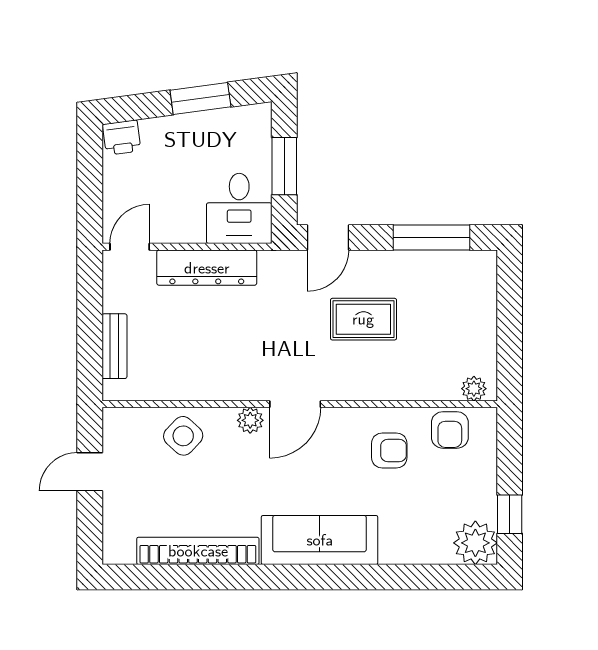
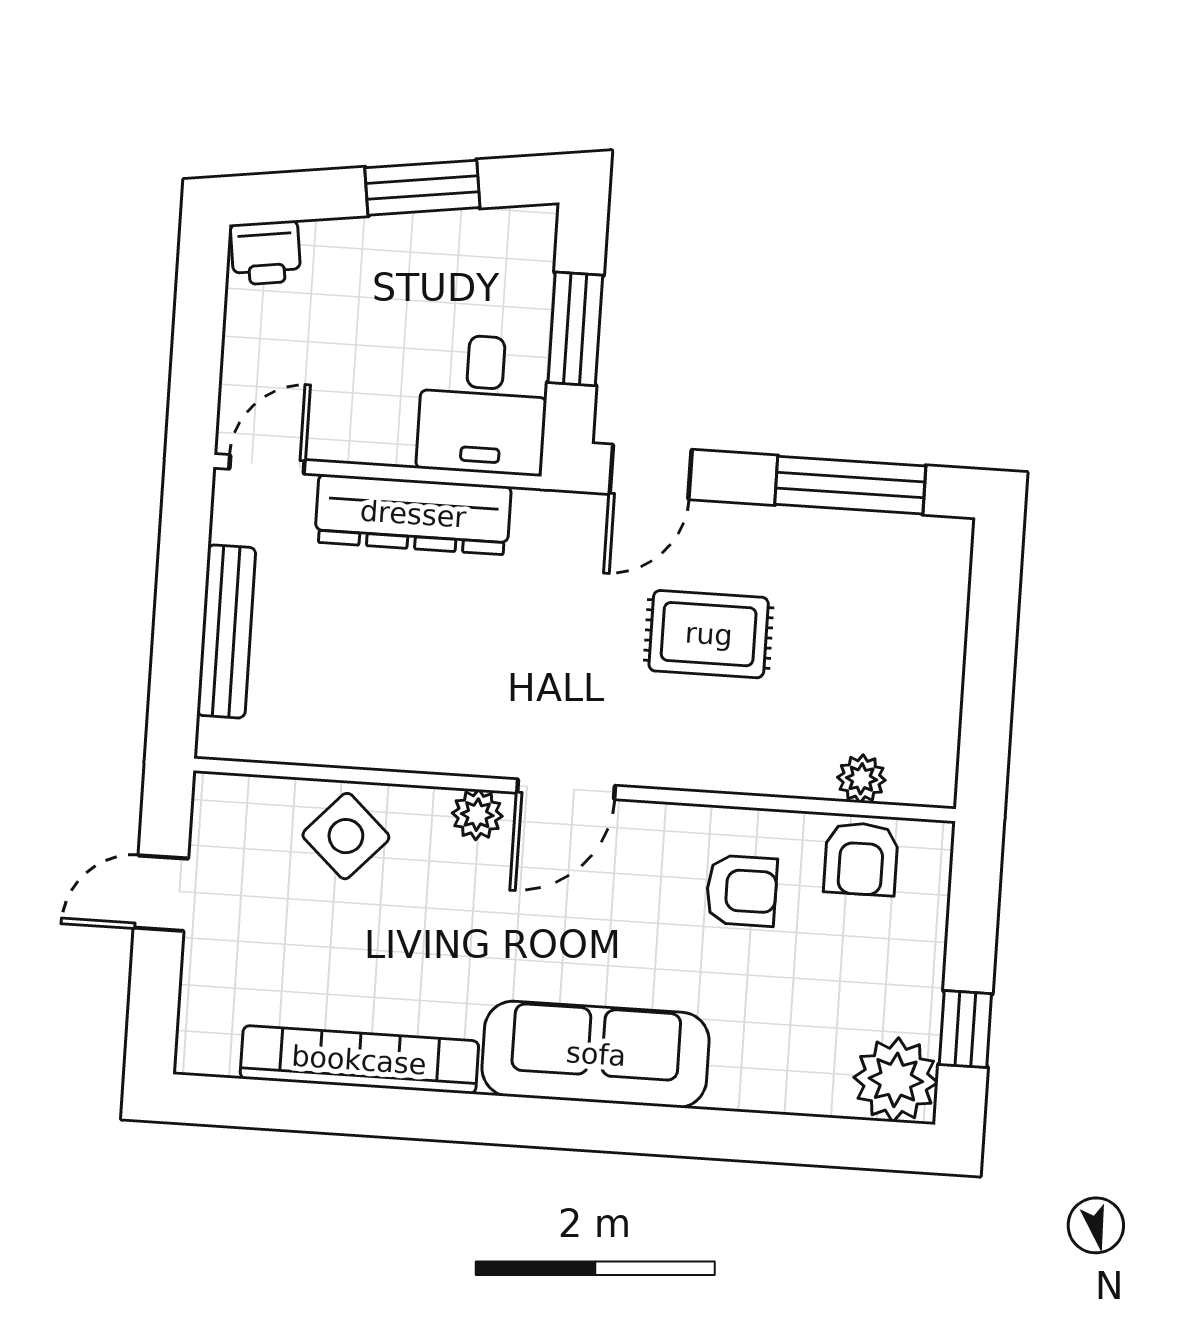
bench: (114, 346) -> (226, 631), width x1.36
plant: (474, 389) -> (861, 779), moved

